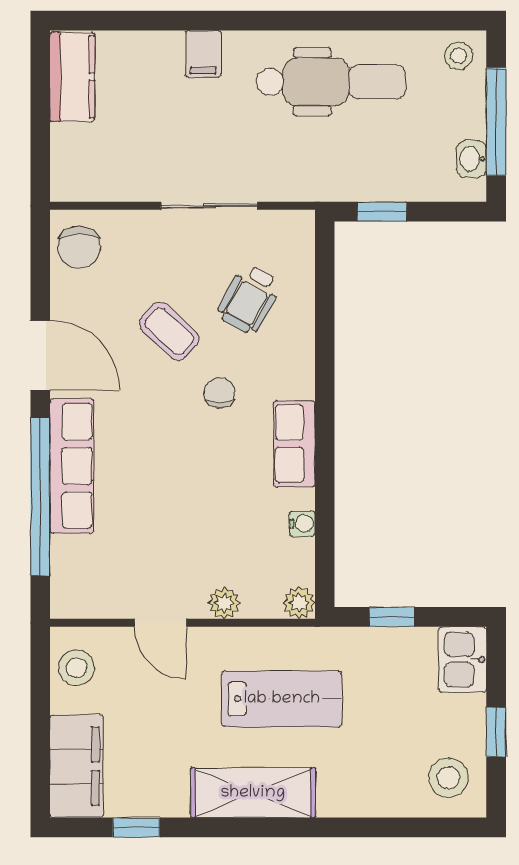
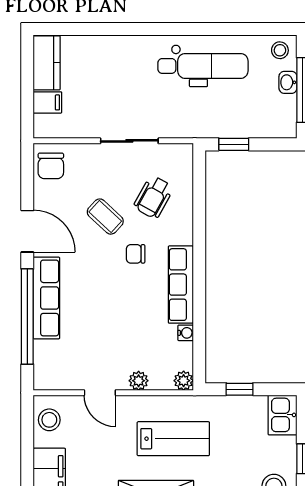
filing cabinet: (203, 54) -> (47, 102), moved, turned -90
washbasin: (472, 159) -> (288, 82), moved
chair: (219, 393) -> (136, 254), turned -90
row of seats: (294, 444) -> (181, 285), width x1.48

